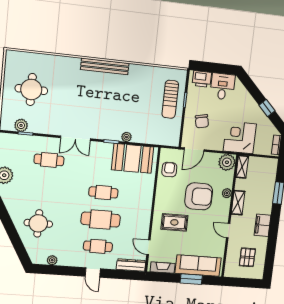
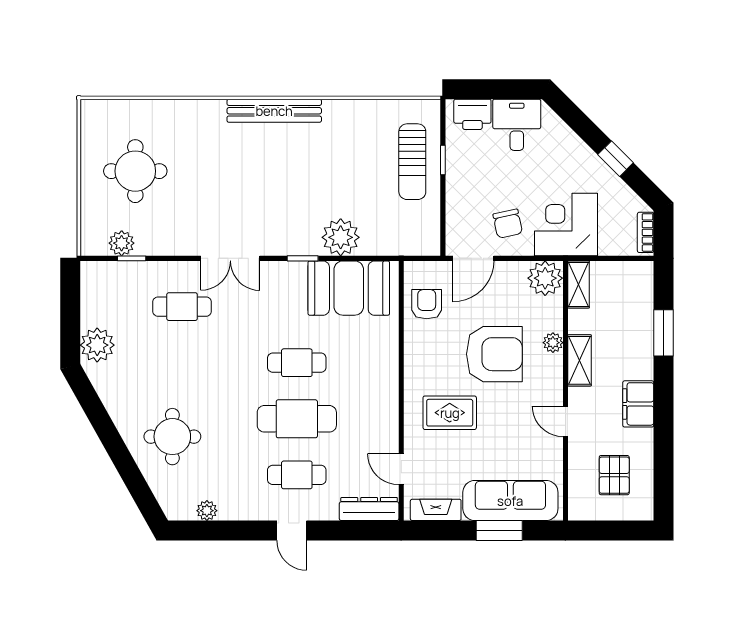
chair: (202, 121) -> (508, 224), moved
plant: (126, 137) -> (341, 237), width x1.88, depth x1.88

